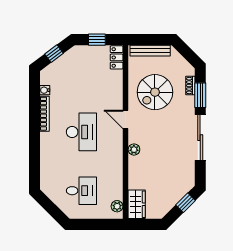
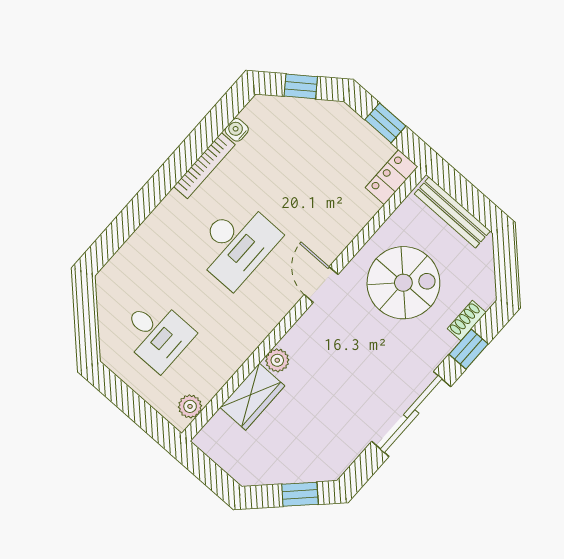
spiral stairs: (155, 92) -> (403, 283), turned 180
window: (200, 95) -> (469, 349), width x0.67
plant: (134, 150) -> (277, 360), moved
wardrobe: (137, 204) -> (252, 397), moved

